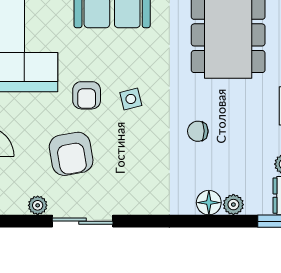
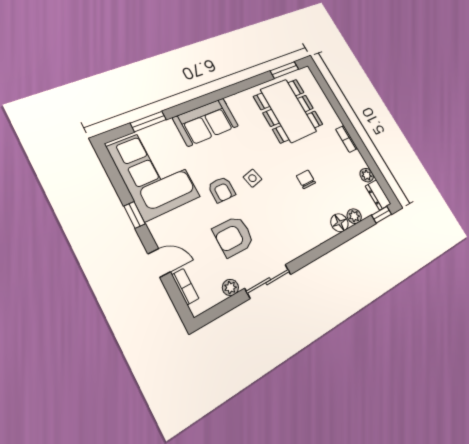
chair: (198, 131) -> (306, 179), turned 90
armchair: (71, 154) -> (234, 236), turned 100

